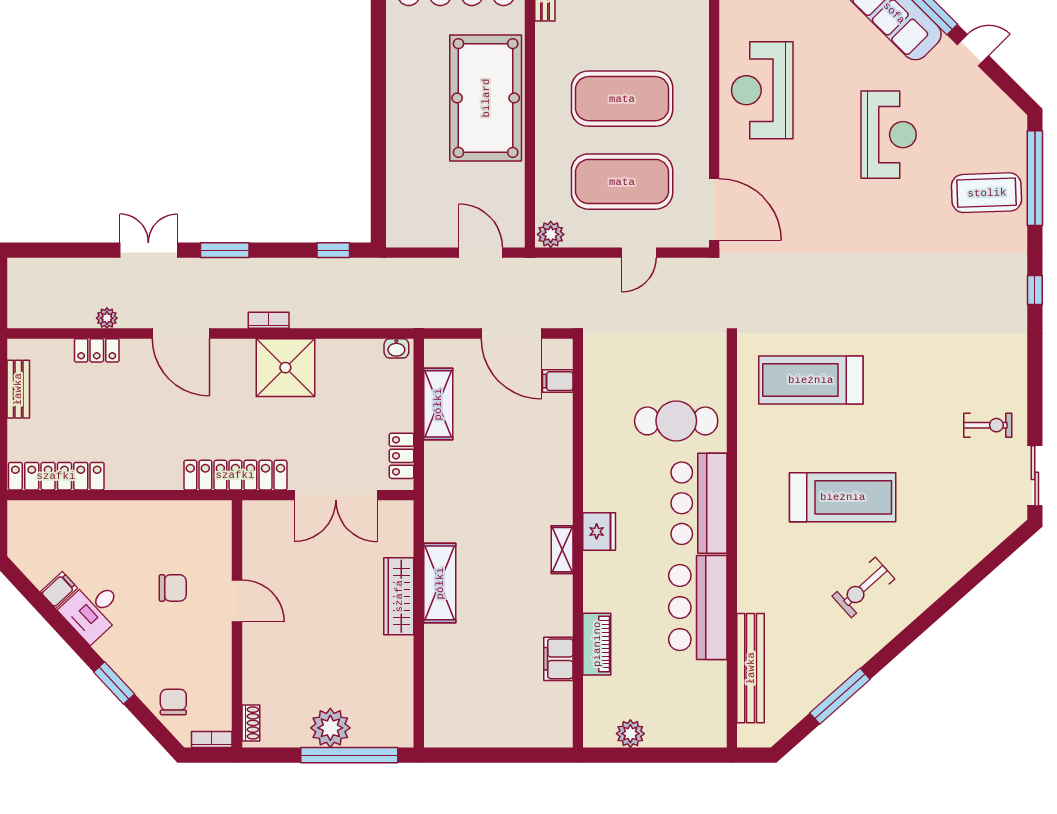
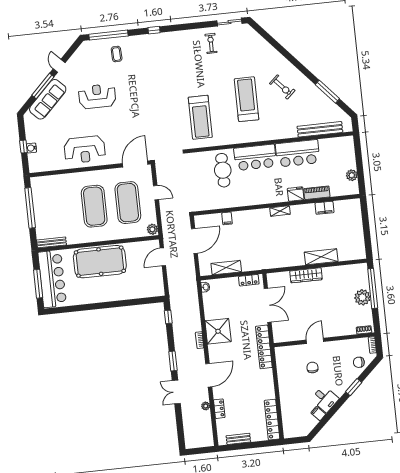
coffee table: (987, 193) -> (117, 54), width x0.54, depth x0.58
filing cabinet: (558, 381) -> (227, 218), moved
fridge: (599, 531) -> (296, 194), moved
shelving: (440, 583) -> (321, 257), moved

